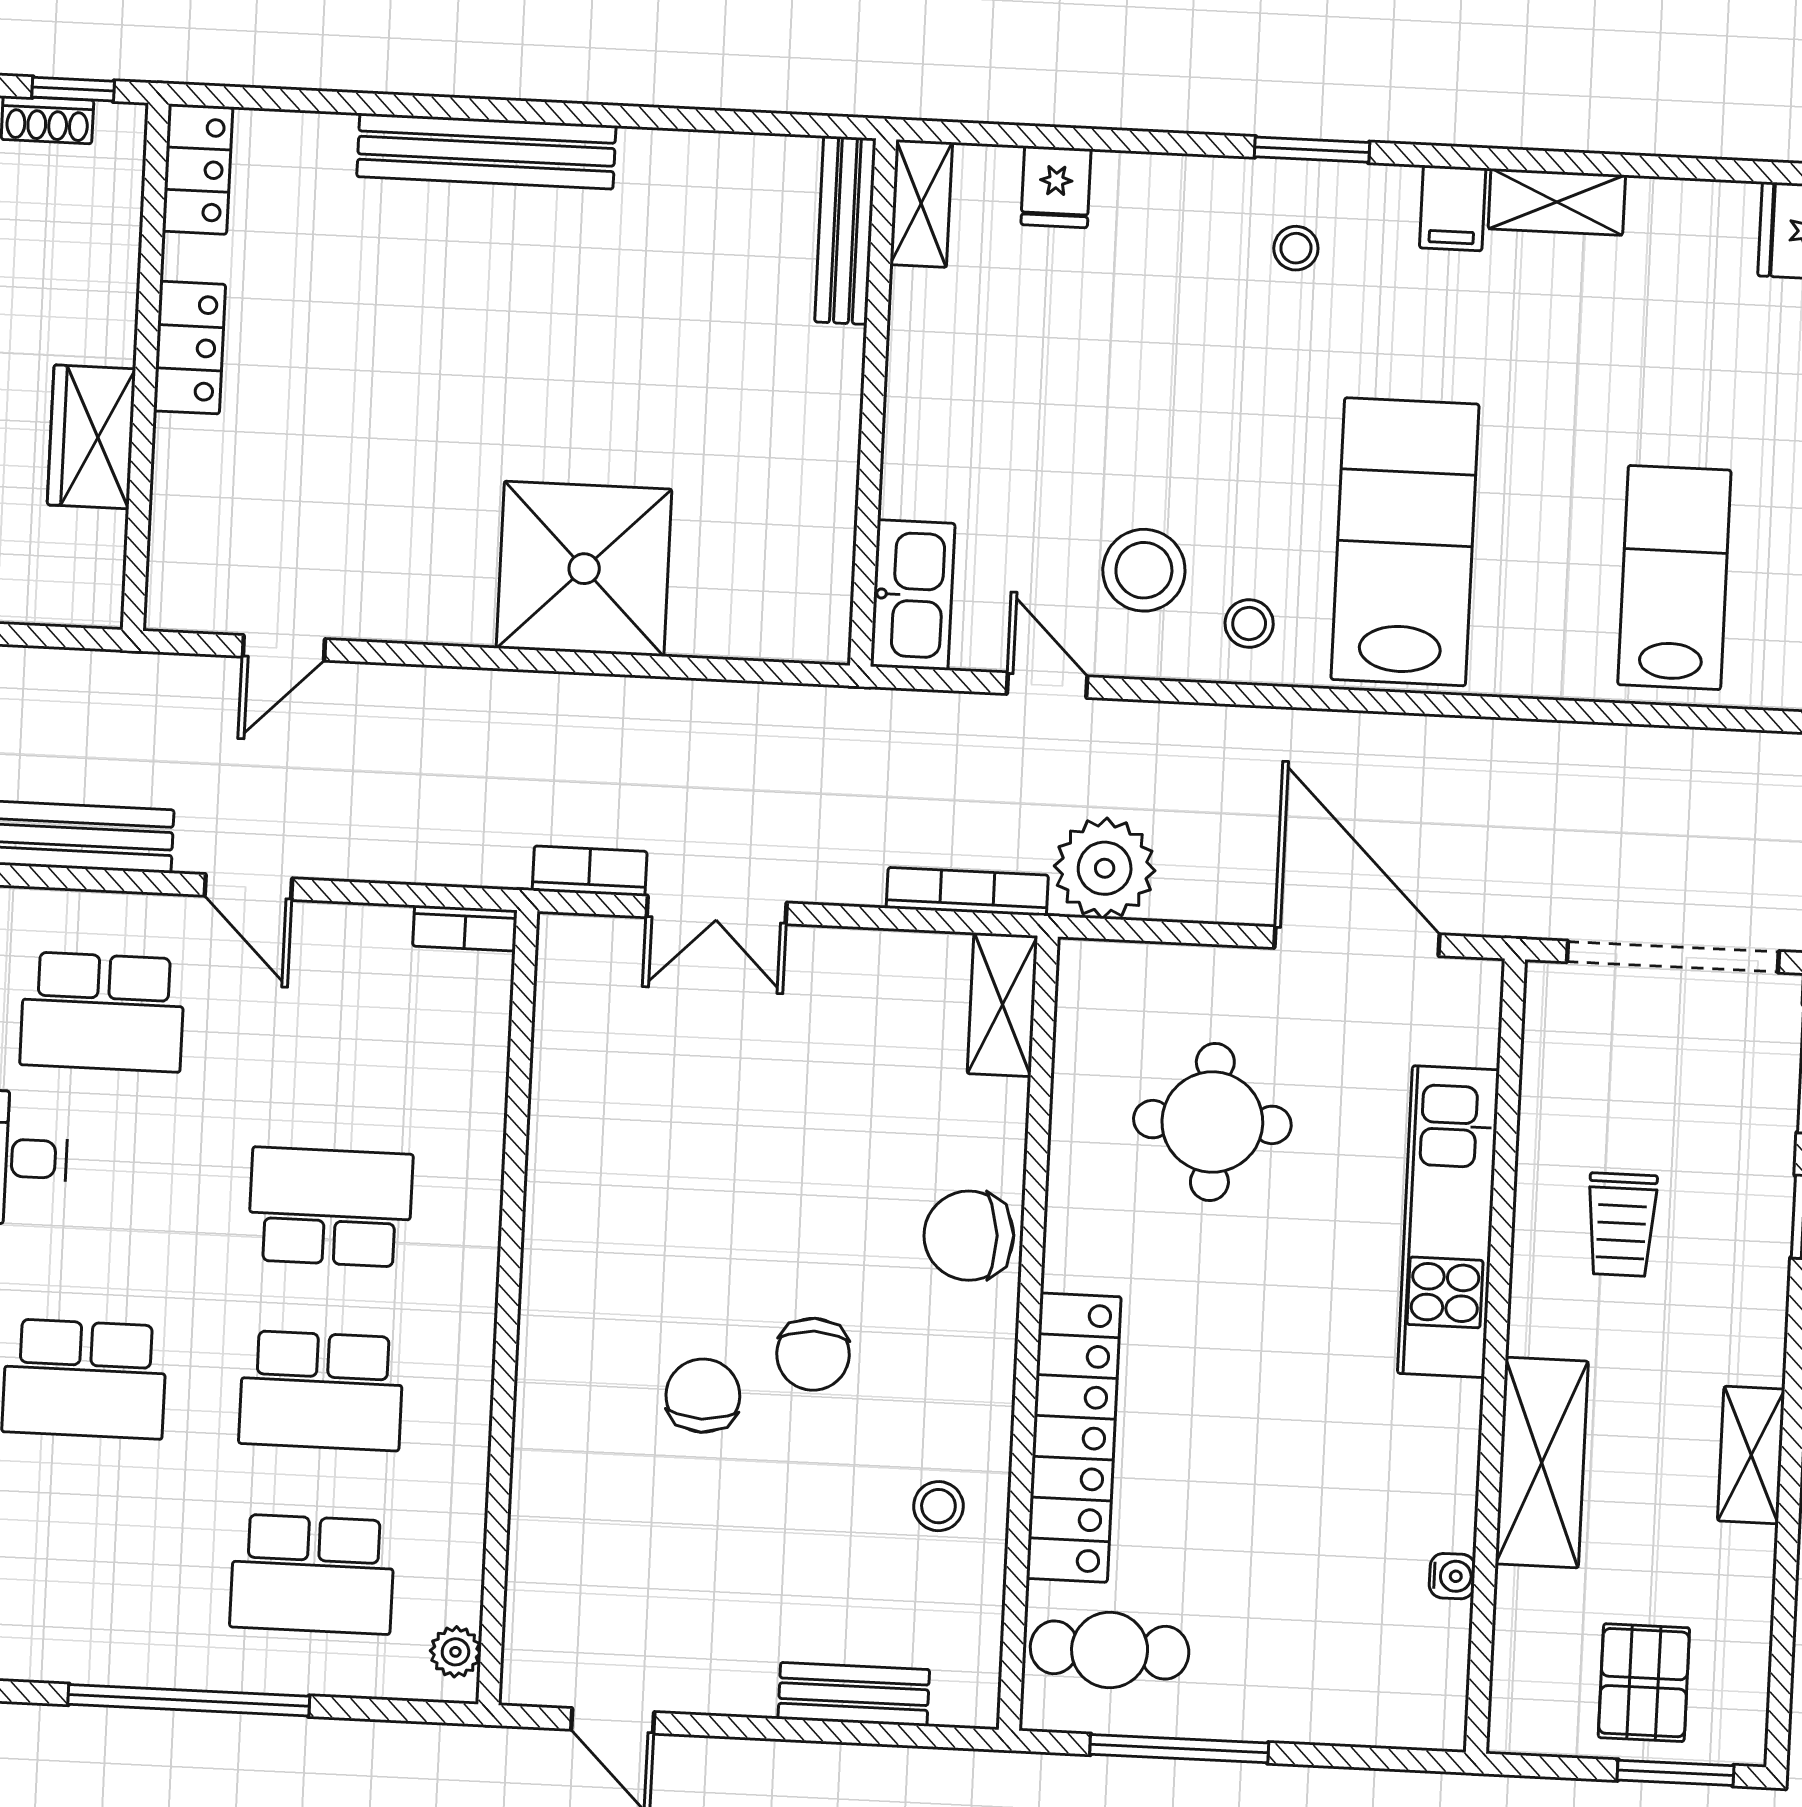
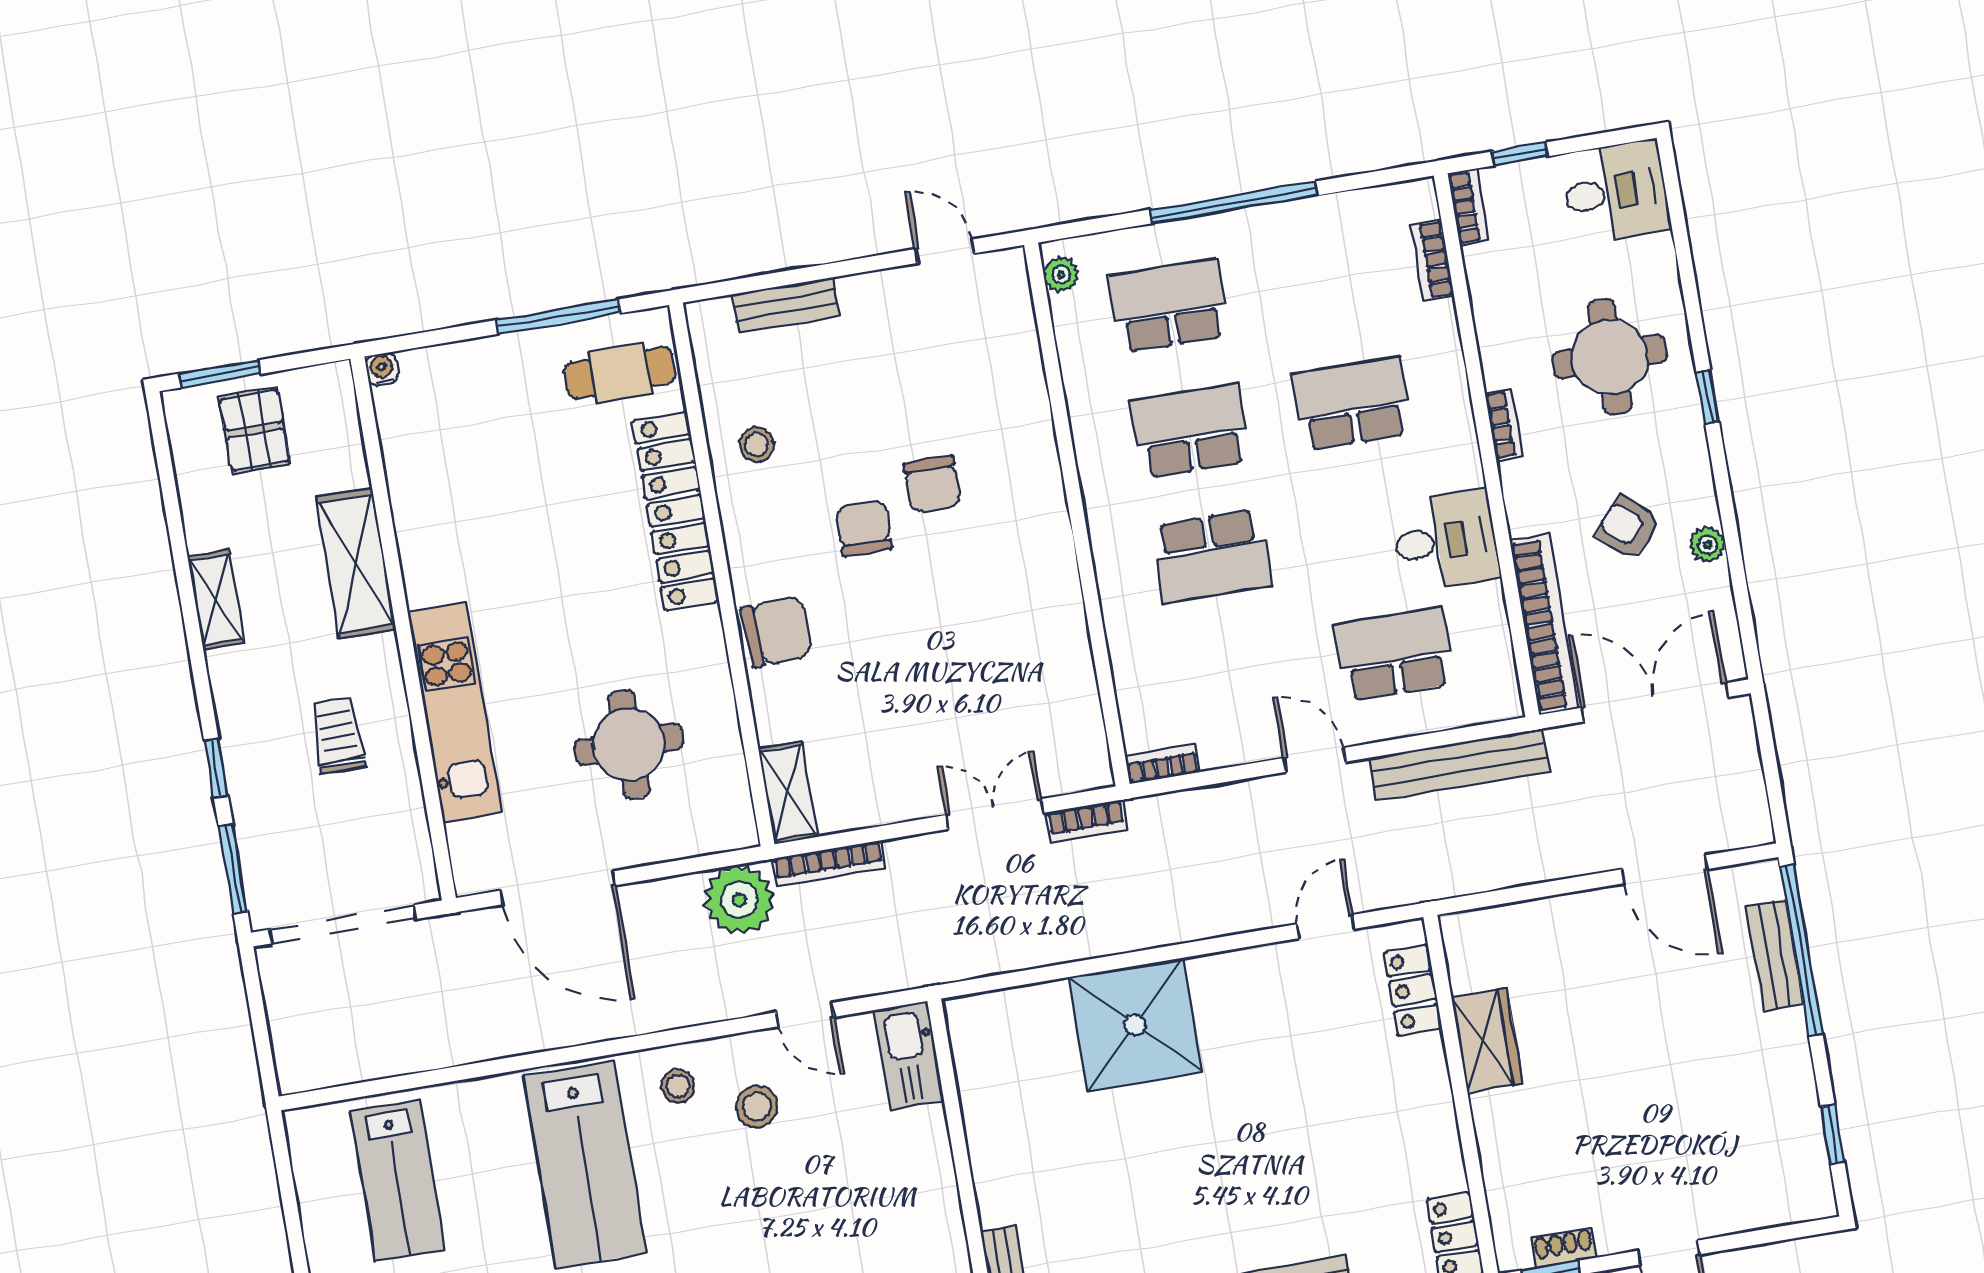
locker: (190, 348) -> (1413, 990), moved
stool: (1144, 570) -> (757, 1107), width x0.73, depth x0.73
water cooler: (1452, 1576) -> (382, 369), moved, turned 90

